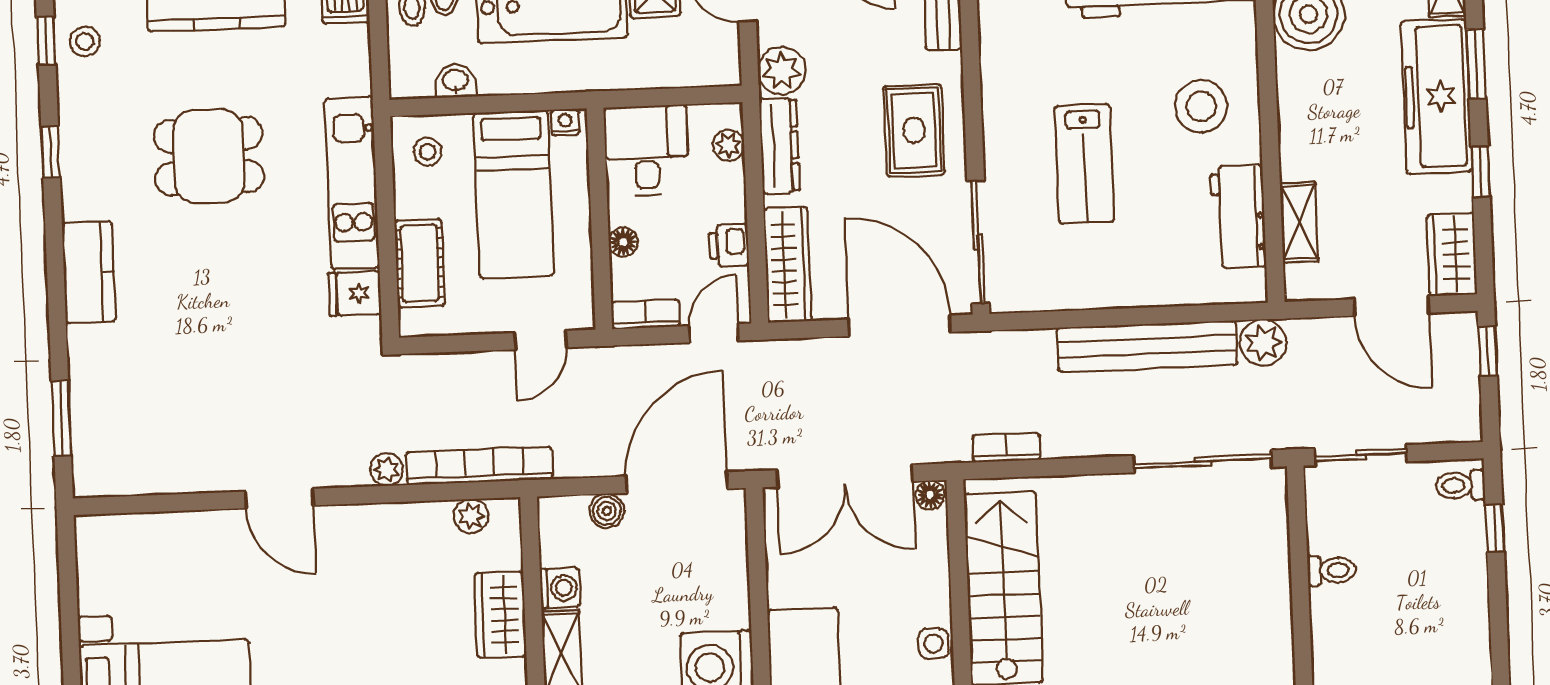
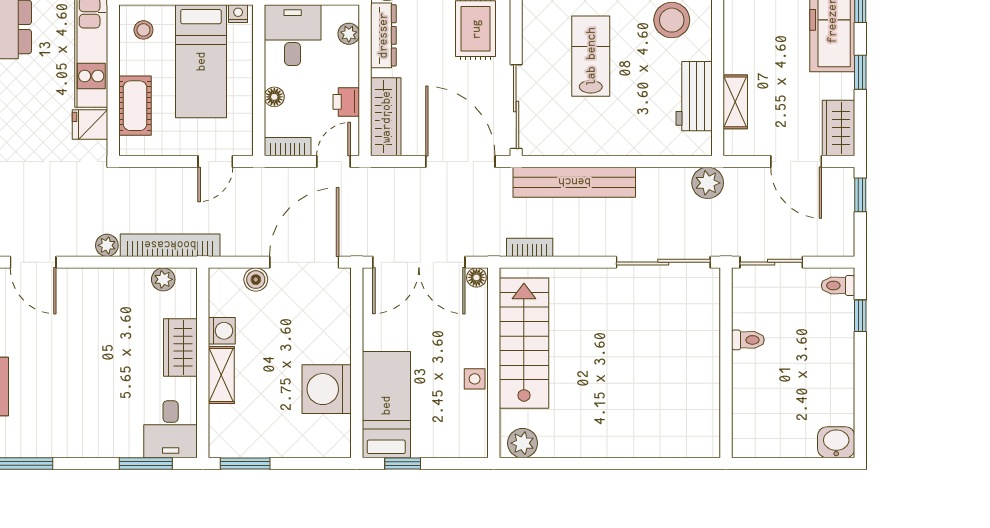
lab bench: (1084, 164) -> (591, 56), turned 180
bench: (1147, 346) -> (574, 182), moved

